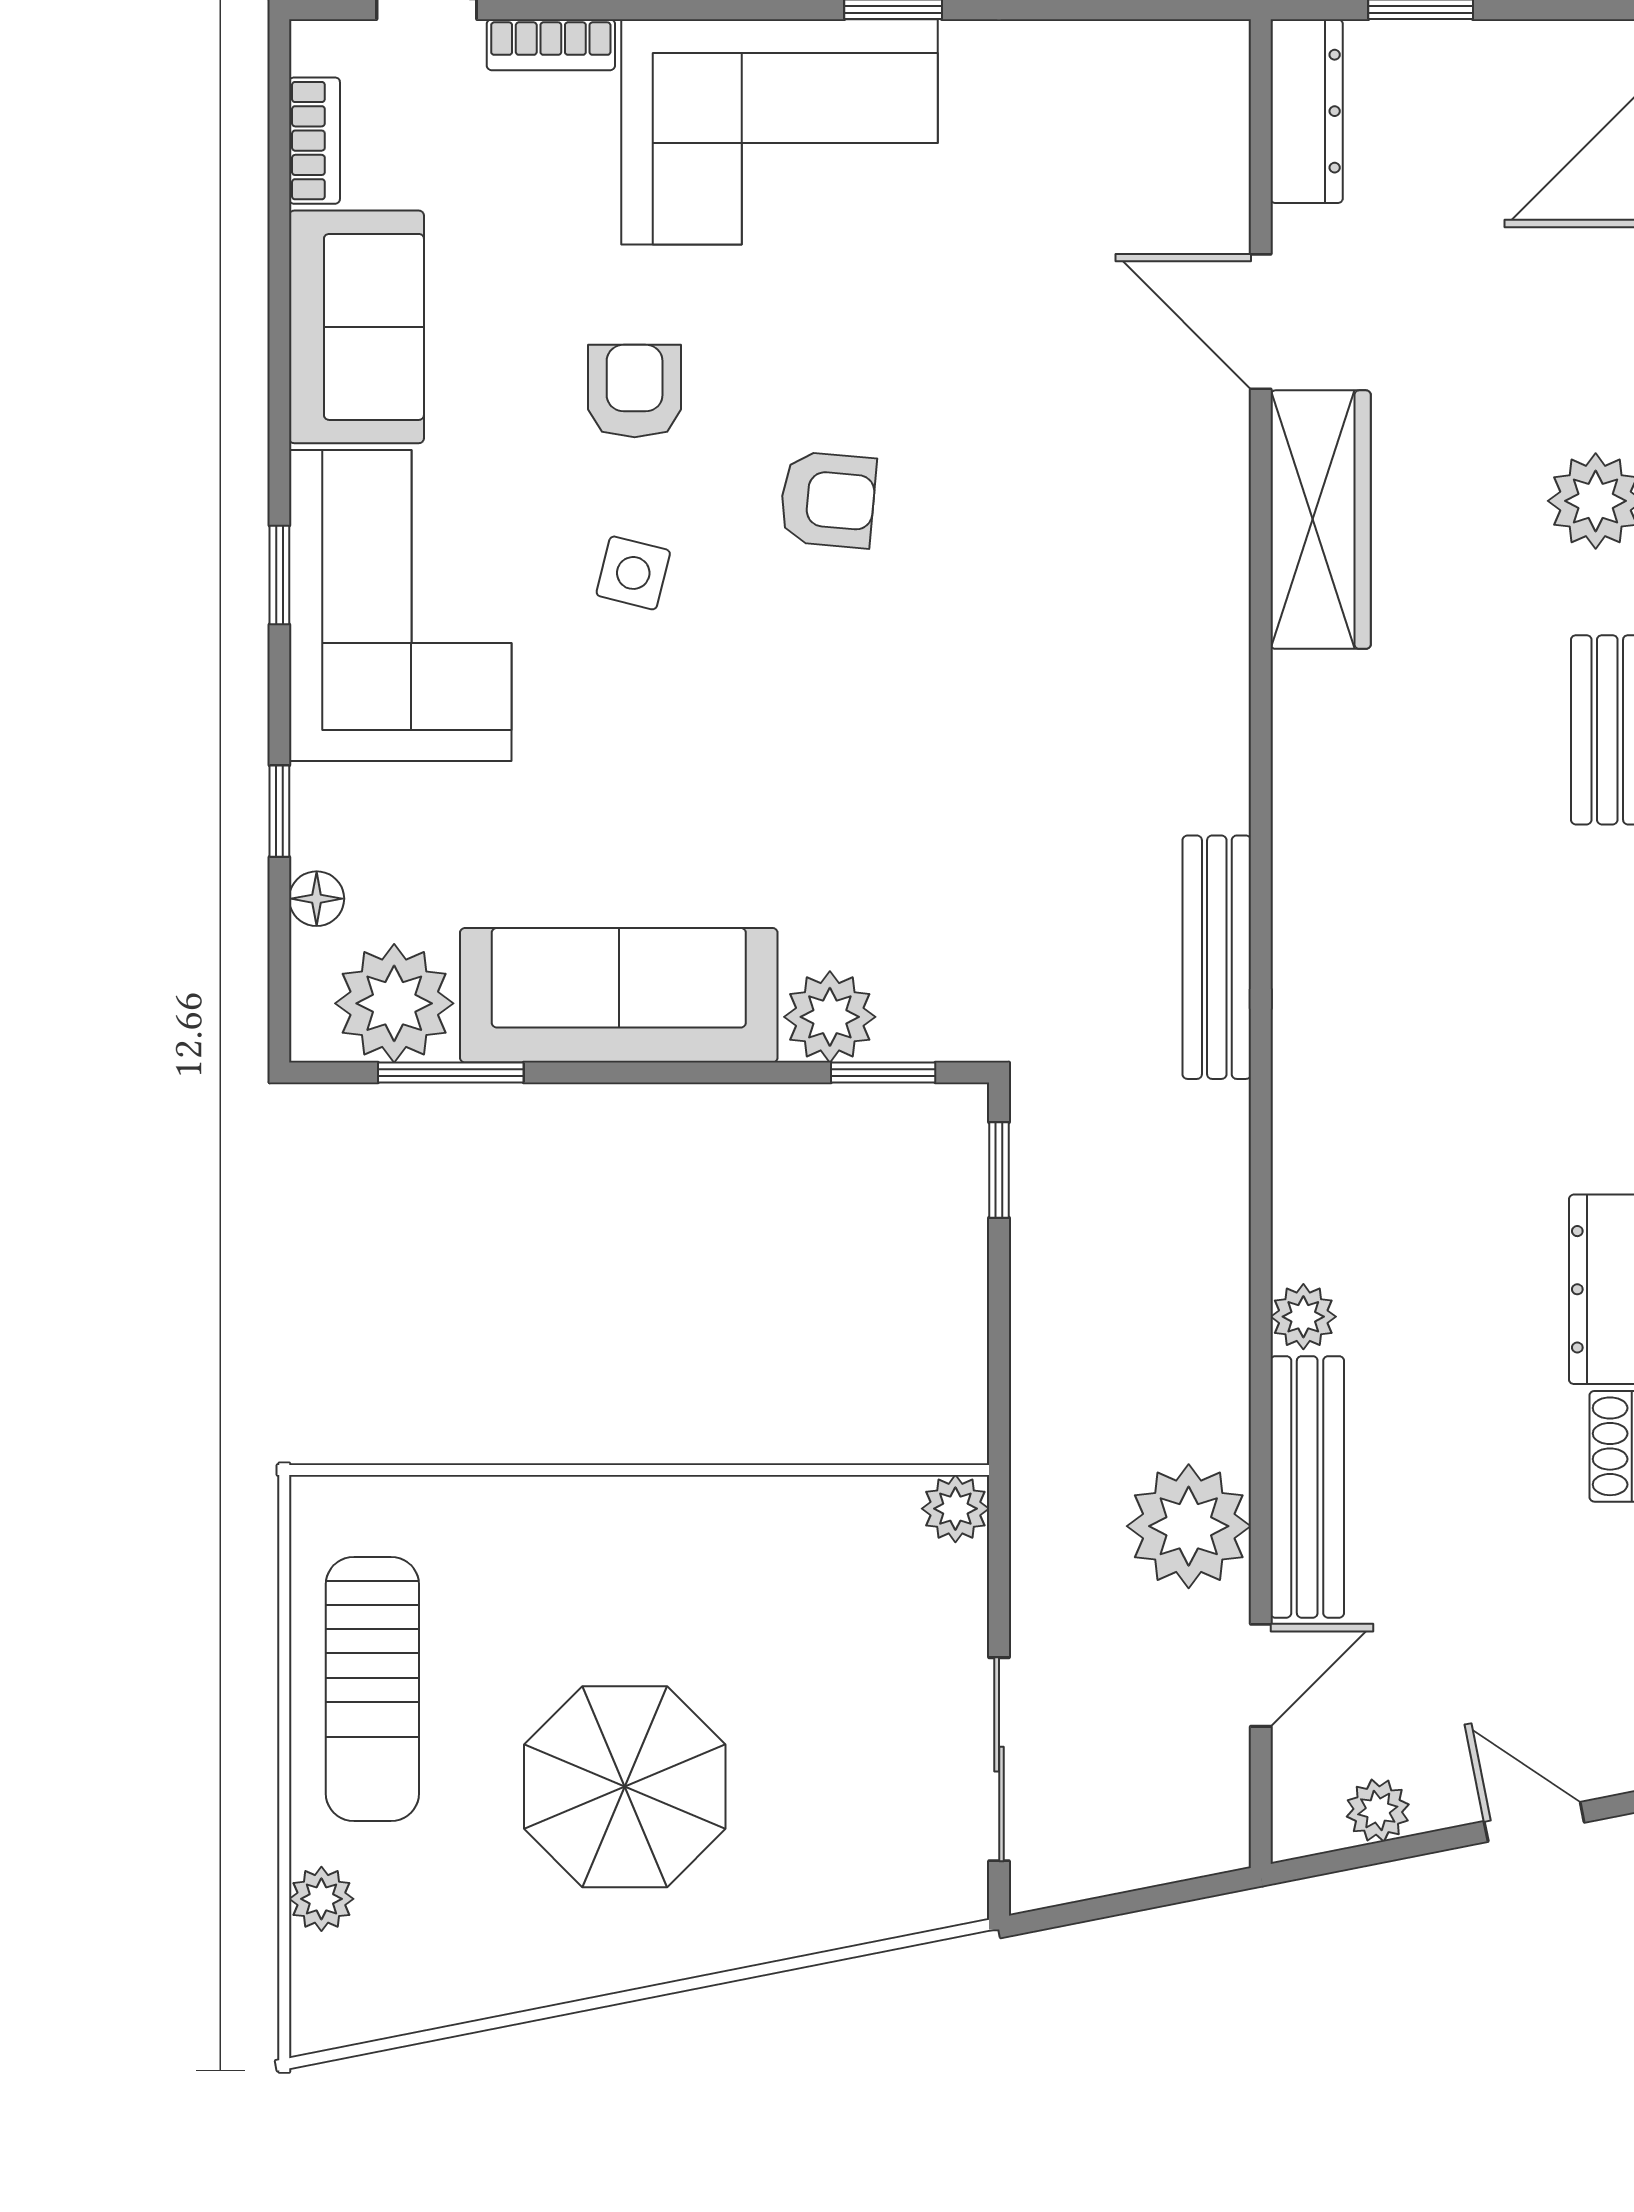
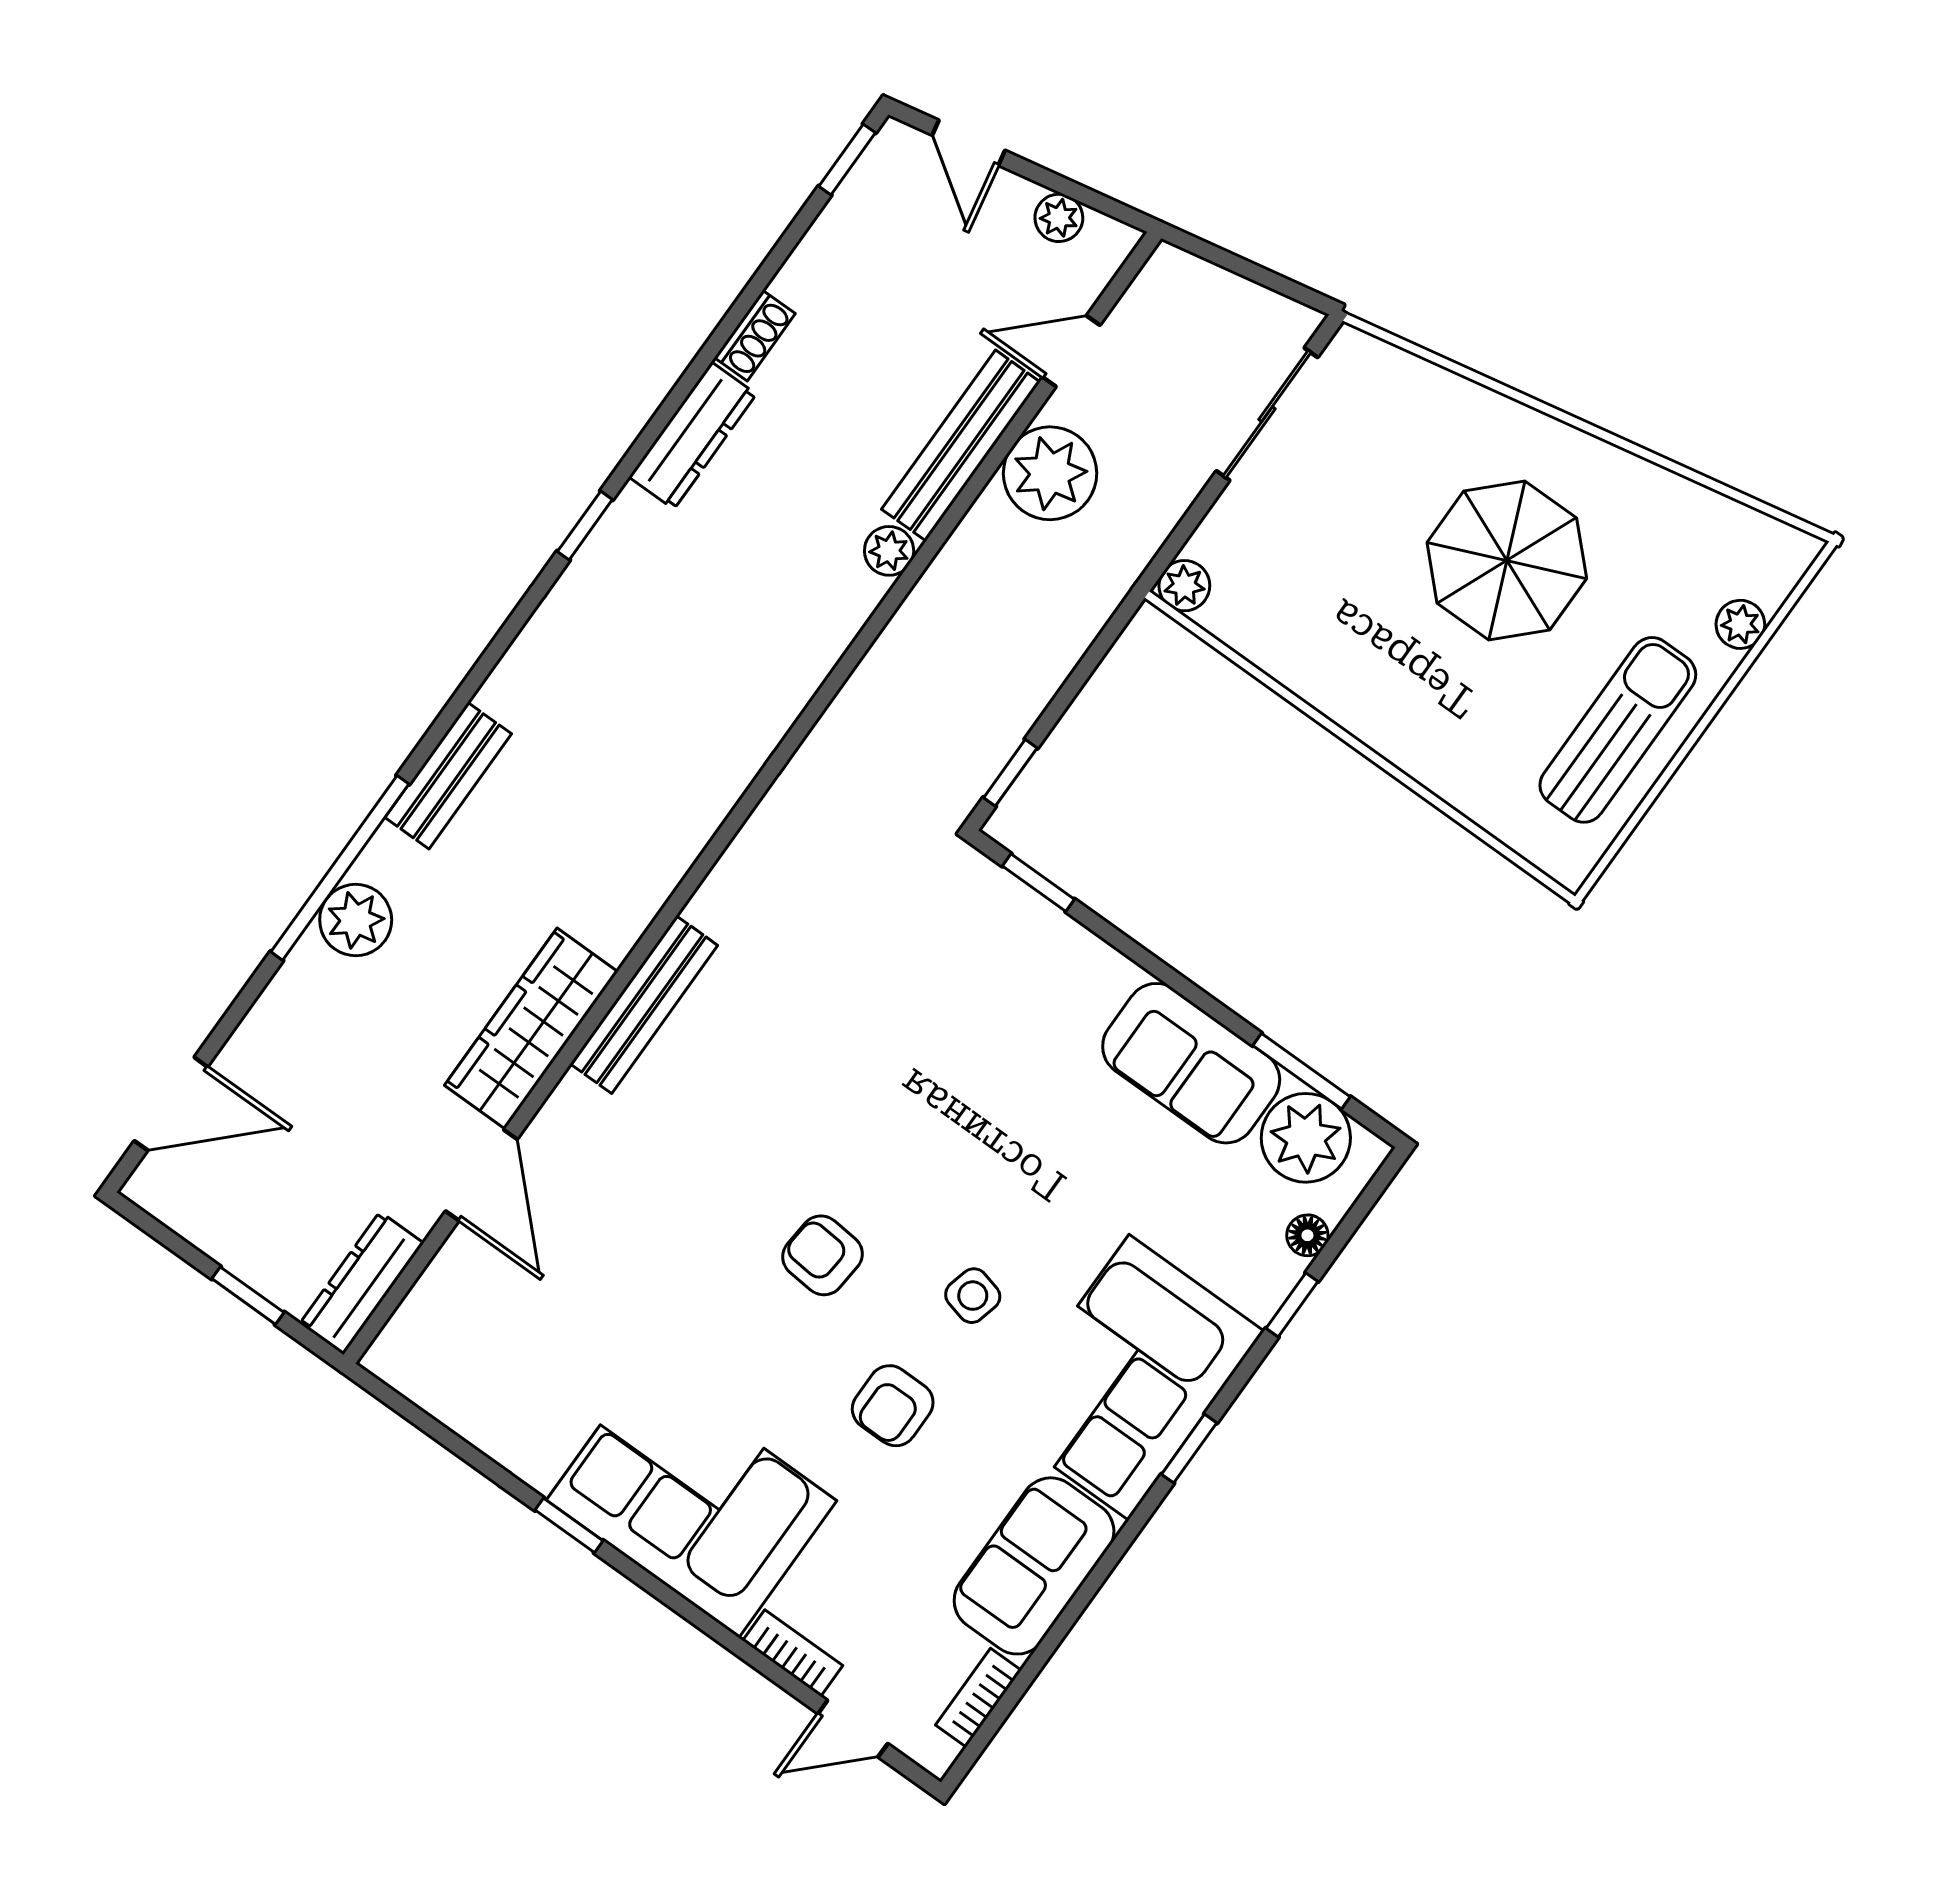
bench: (1217, 957) -> (644, 1005), moved
sofa: (619, 995) -> (1191, 1063), width x0.73
plant: (830, 1017) -> (1047, 940), removed

